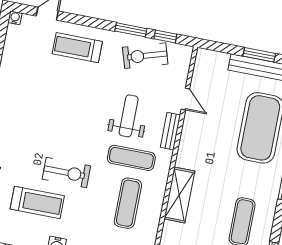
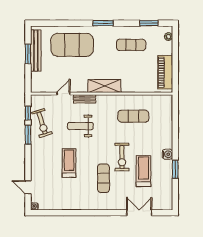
treadmill: (77, 48) -> (69, 163), moved, turned 180
exercise mat: (131, 158) -> (103, 178), moved
exercise bike: (66, 173) -> (122, 157), turned 180
shelving: (179, 195) -> (104, 86), moved

